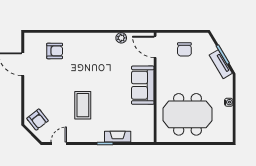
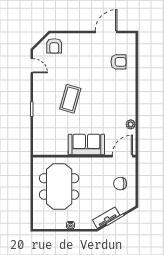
armchair: (55, 51) -> (118, 62), turned -90
coffee table: (83, 105) -> (70, 99), moved, turned -74
armchair: (38, 120) -> (54, 46), turned -52
fireplace: (118, 137) -> (38, 121), removed

